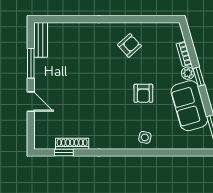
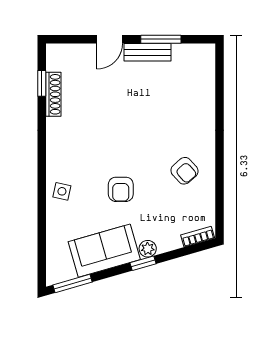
bench: (41, 40) -> (147, 52), moved
bookcase: (184, 54) -> (198, 237), moved
armchair: (143, 93) -> (121, 189), turned -90

